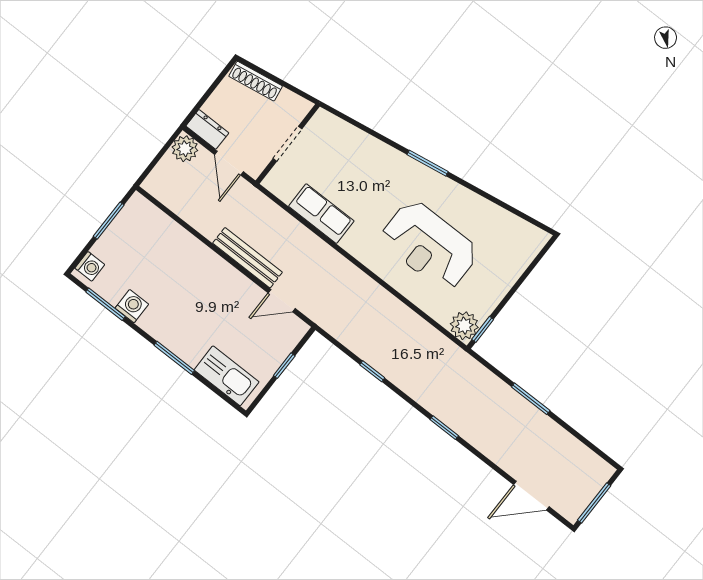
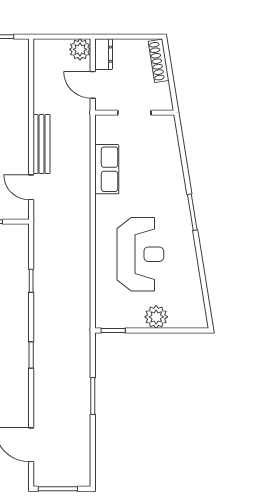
door: (229, 163) -> (93, 85), hinge flipped
reception desk: (429, 245) -> (140, 254), turned 180
plant: (464, 326) -> (156, 317), moved

